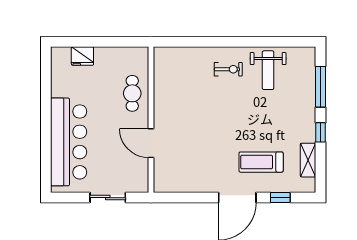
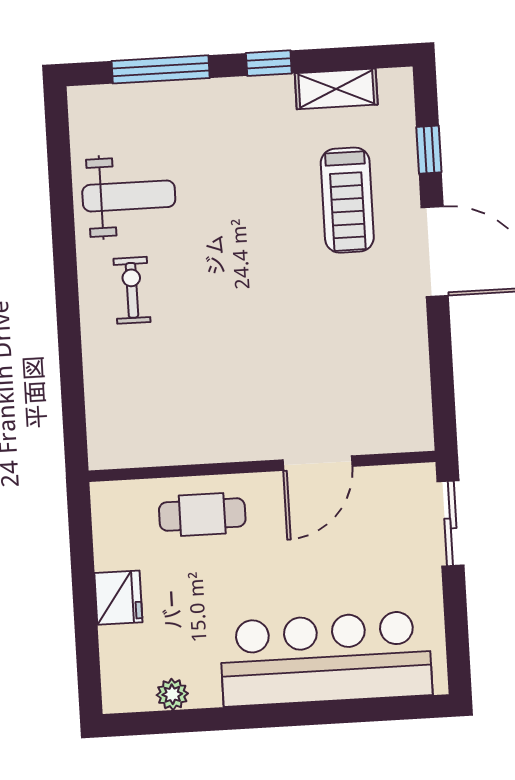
fridge: (82, 56) -> (118, 598), moved
plant: (57, 76) -> (172, 694), added
sliding door: (108, 198) -> (450, 523), moved

